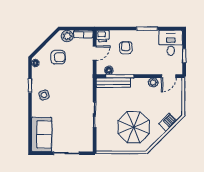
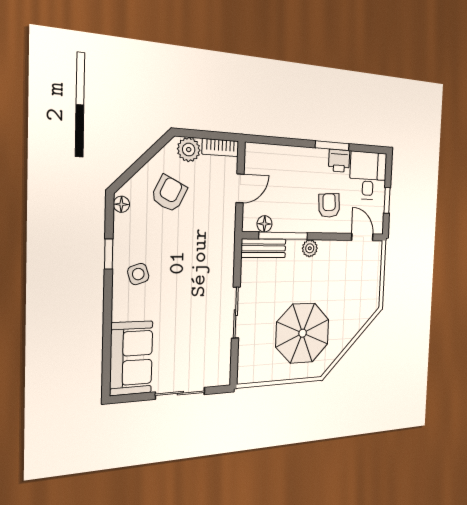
printer: (103, 36) -> (339, 161), moved
armchair: (126, 48) -> (329, 205), moved
armchair: (58, 57) -> (169, 194), turned -64
door: (169, 76) -> (362, 237), swing flipped
plant: (153, 82) -> (310, 248), moved
bench: (113, 83) -> (264, 248), width x0.73
barbecue: (168, 122) -> (357, 321), removed

